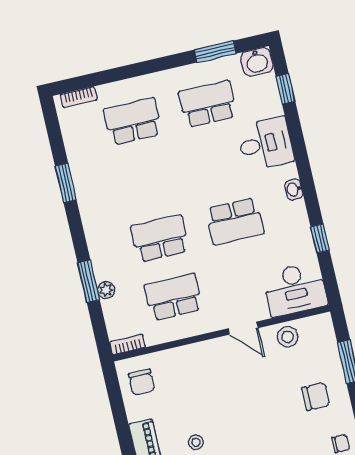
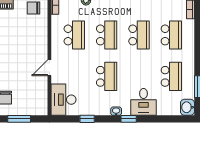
window: (285, 89) -> (129, 119), moved
school desk: (146, 180) -> (139, 35), added
school desk: (235, 221) -> (107, 76), turned 180
stool: (288, 337) -> (40, 90), removed

